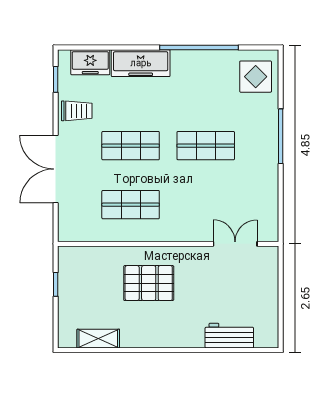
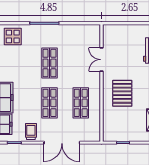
double door: (235, 244) -> (101, 60), moved

